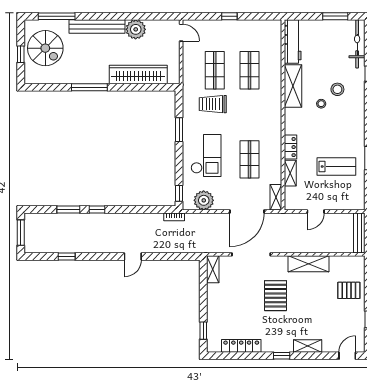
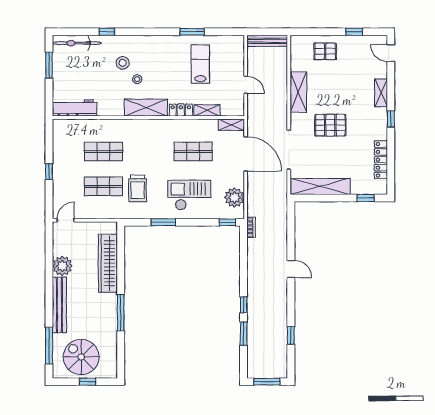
spiral stairs: (45, 48) -> (81, 357), turned -90
shelving: (293, 86) -> (146, 108), moved
shelving: (213, 269) -> (320, 186), width x2.20, depth x1.33
pallet: (349, 290) -> (325, 51), turned 90

